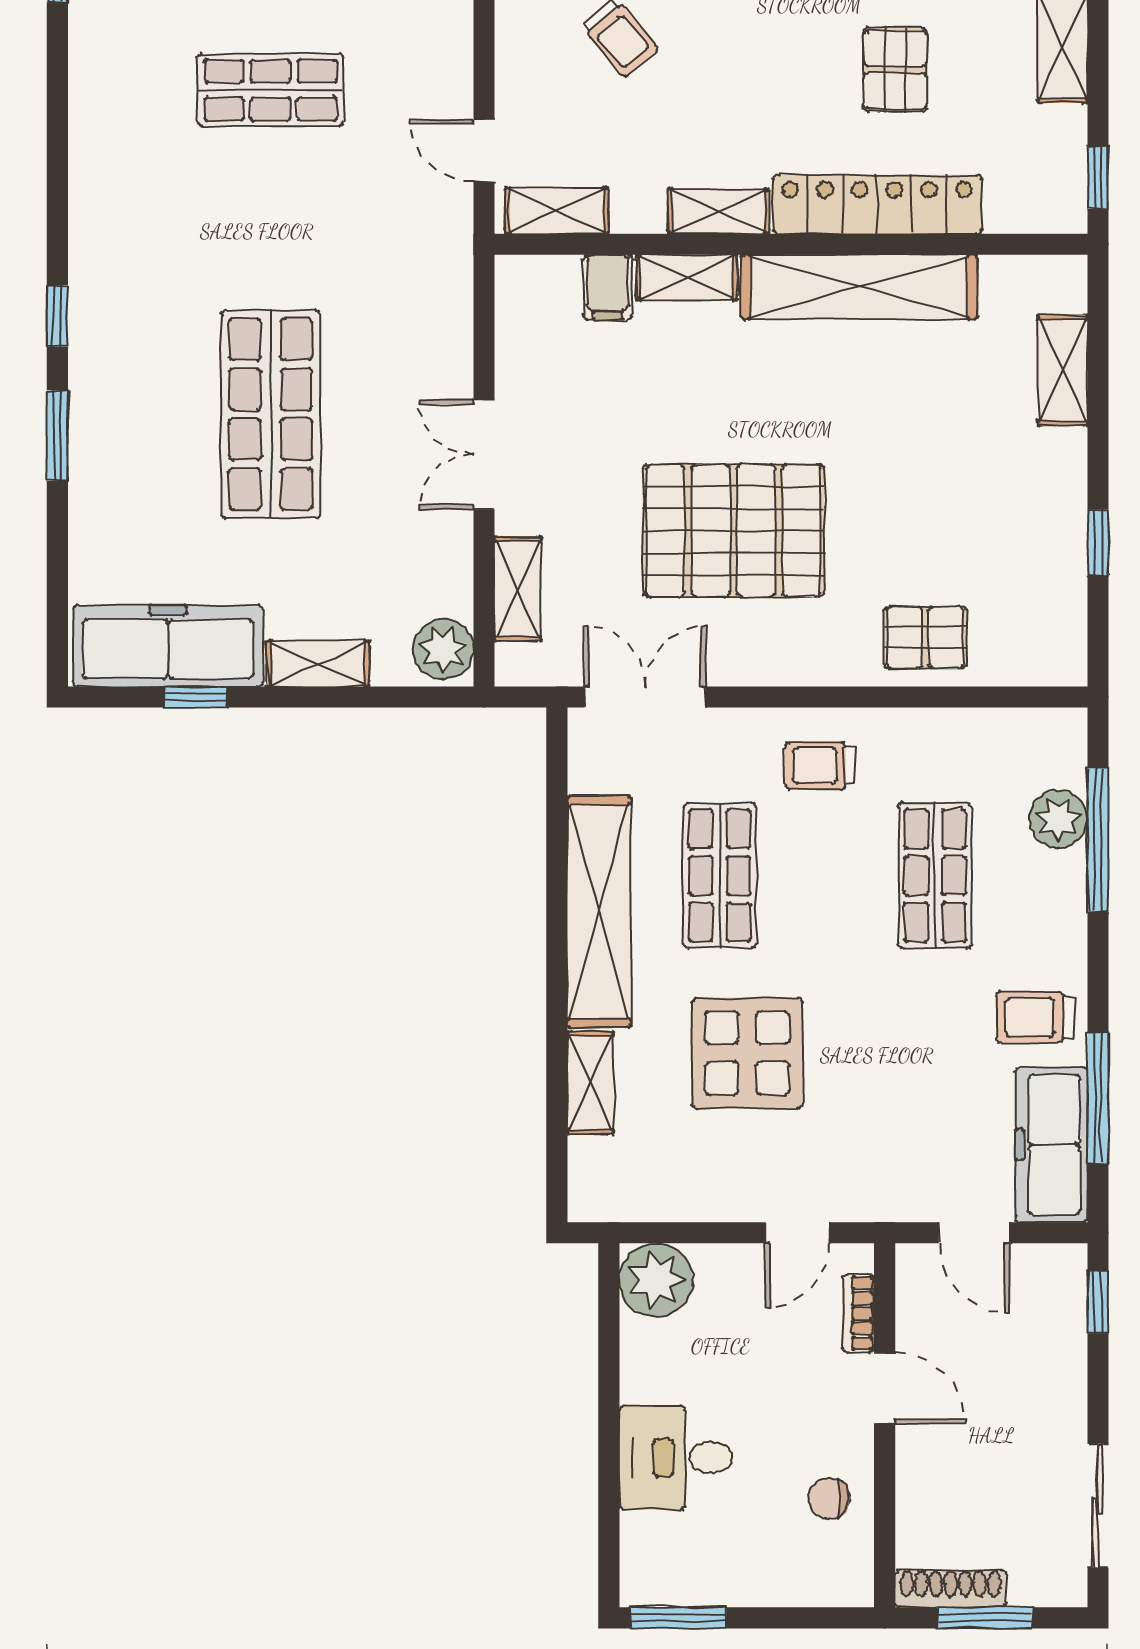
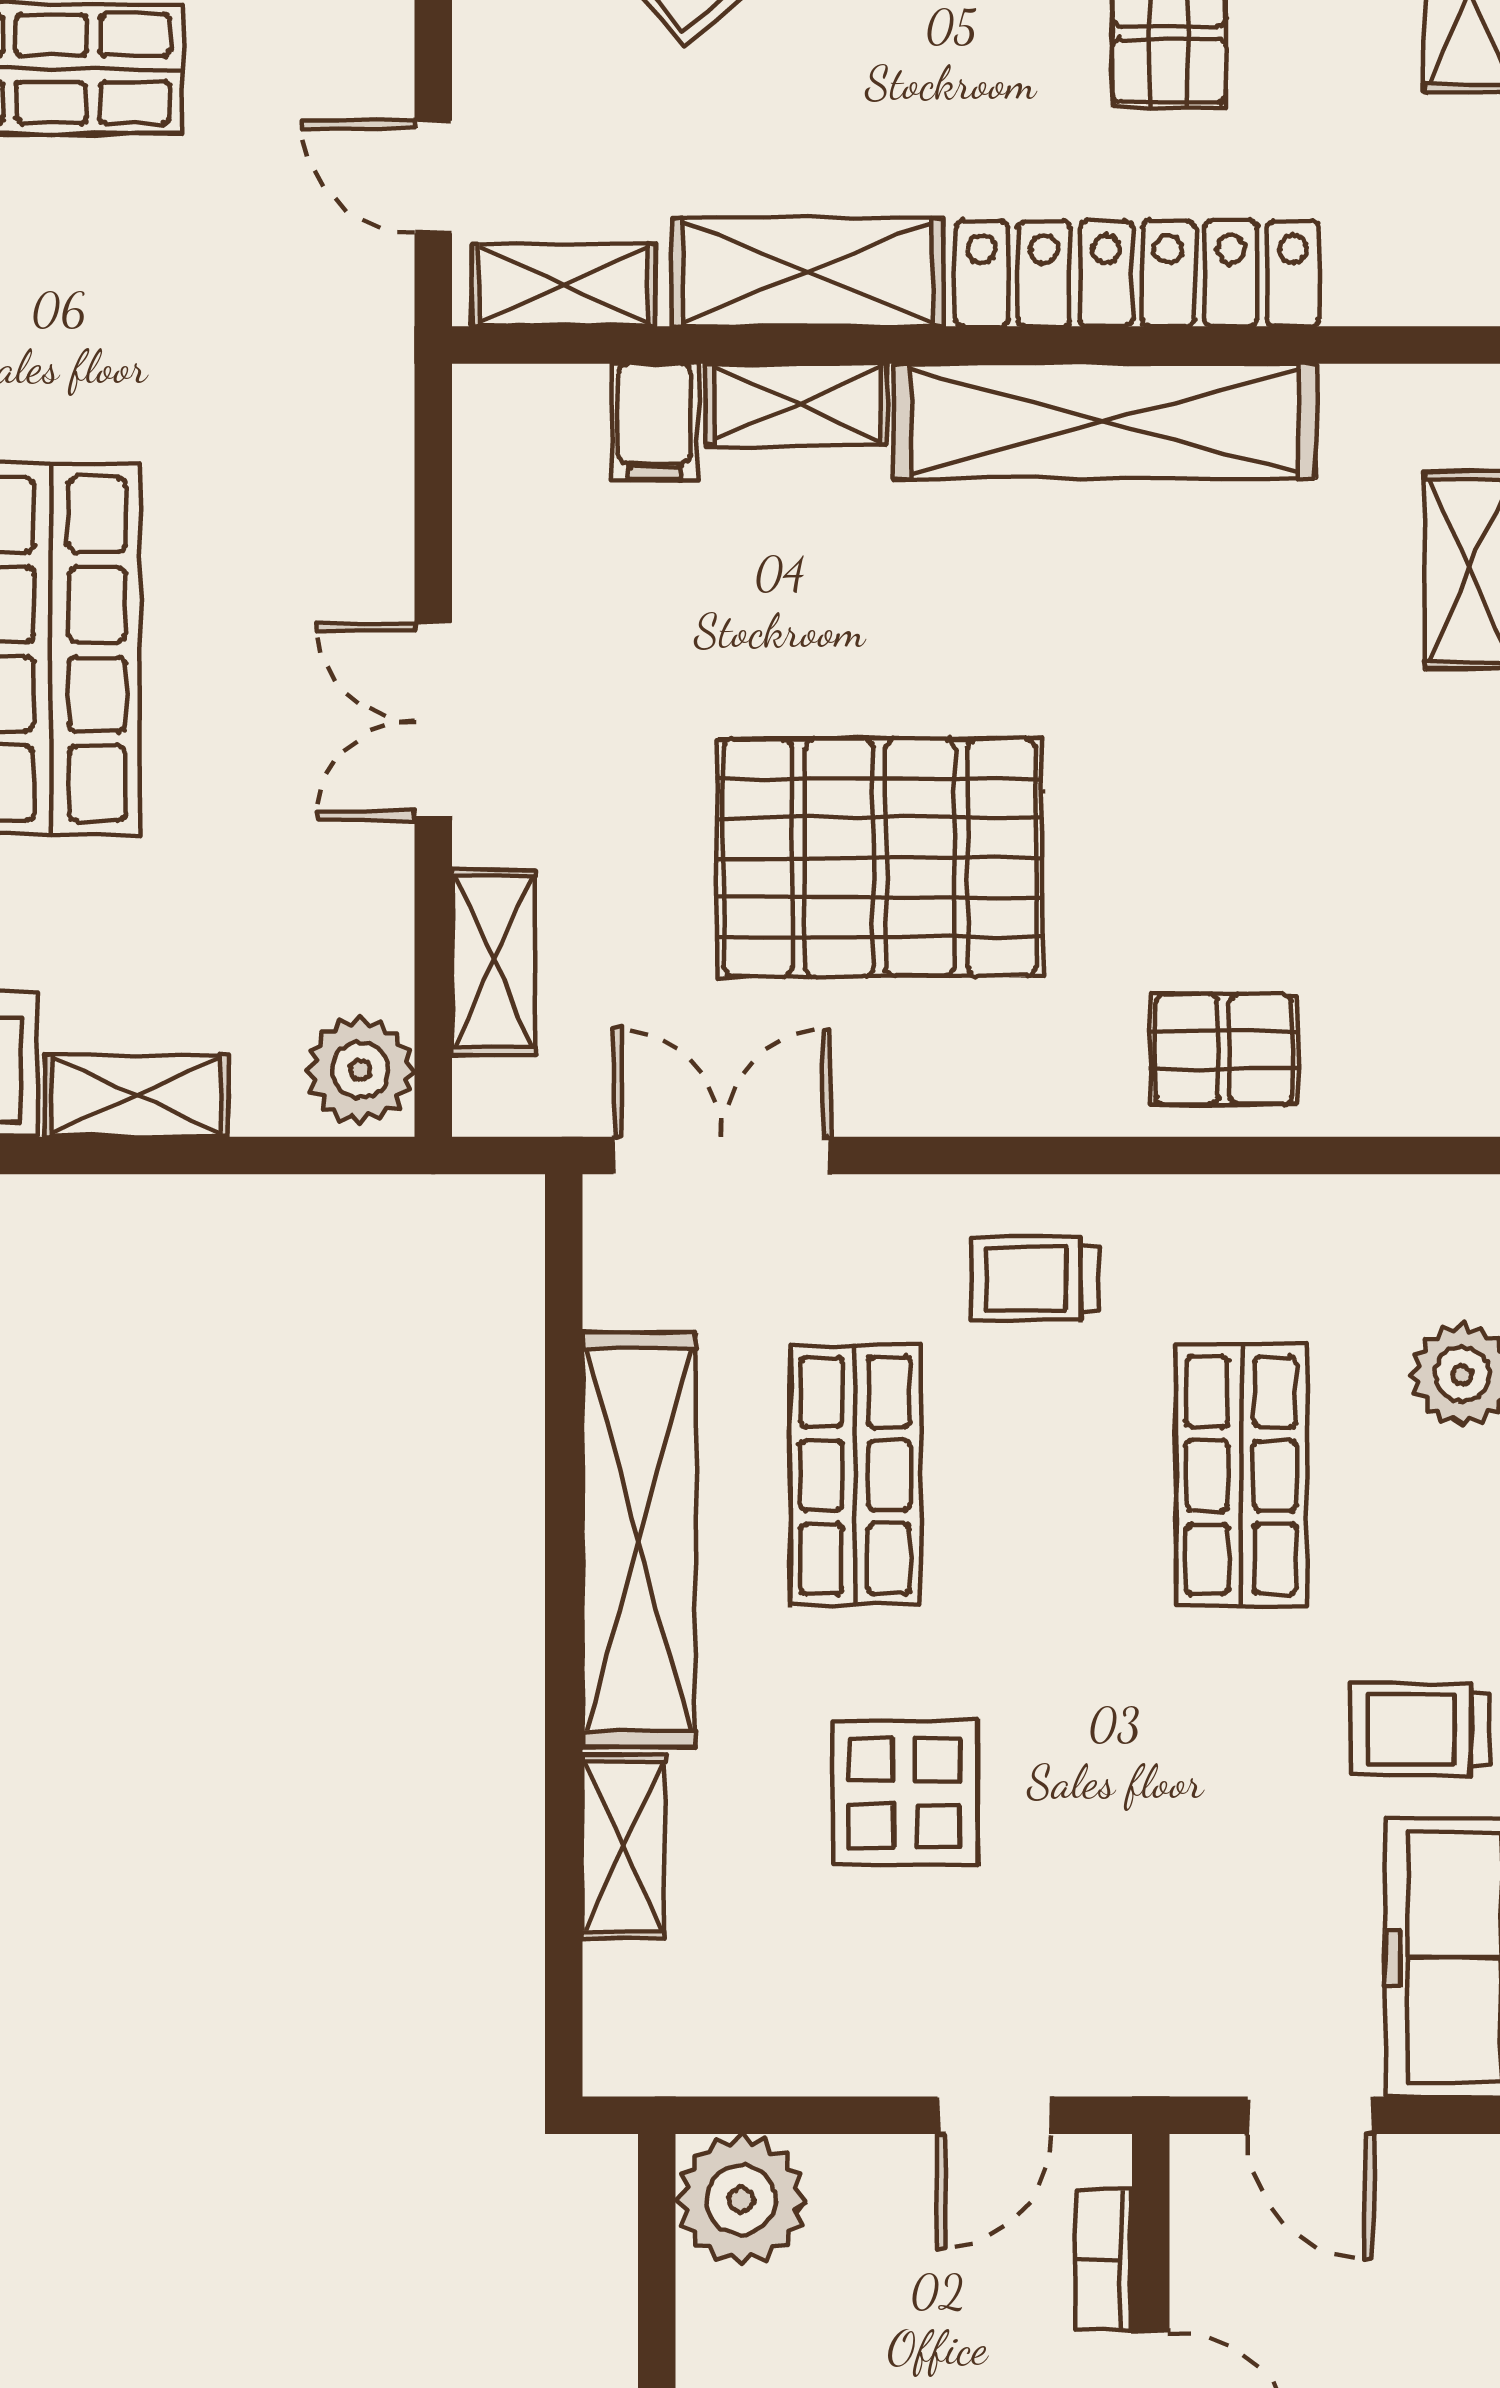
shelving: (718, 211) -> (808, 272), width x1.50, depth x1.33
display table: (747, 1053) -> (905, 1793), width x0.73, depth x0.73

